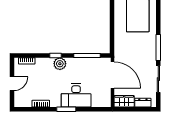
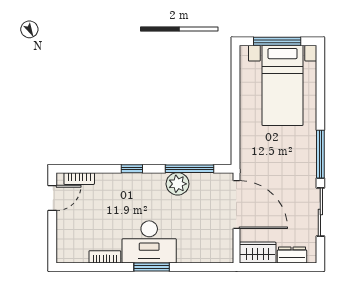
plant: (60, 64) -> (178, 184), moved
door: (12, 84) -> (52, 198), moved
desk: (76, 95) -> (149, 242), moved

